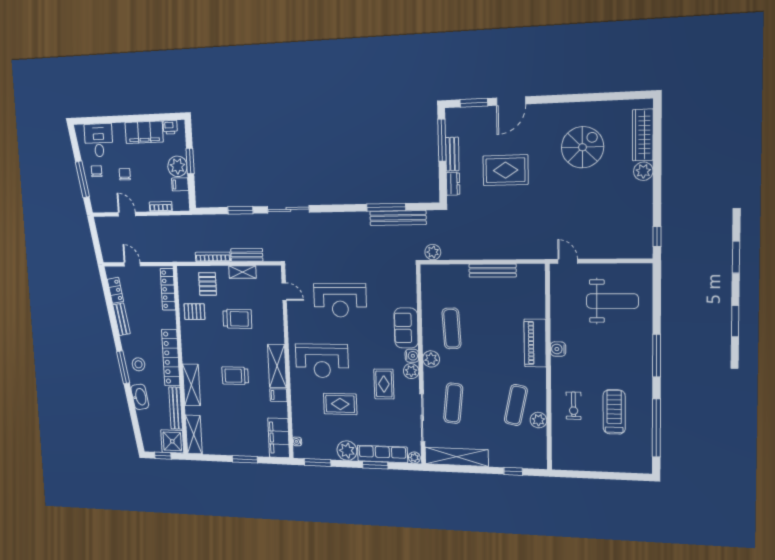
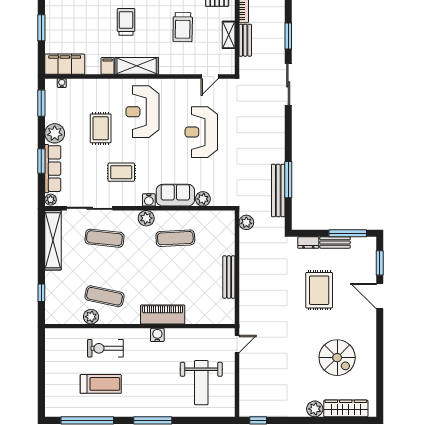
plant: (411, 371) -> (203, 199), moved
exercise bike: (574, 406) -> (105, 348), width x1.38, depth x1.39

